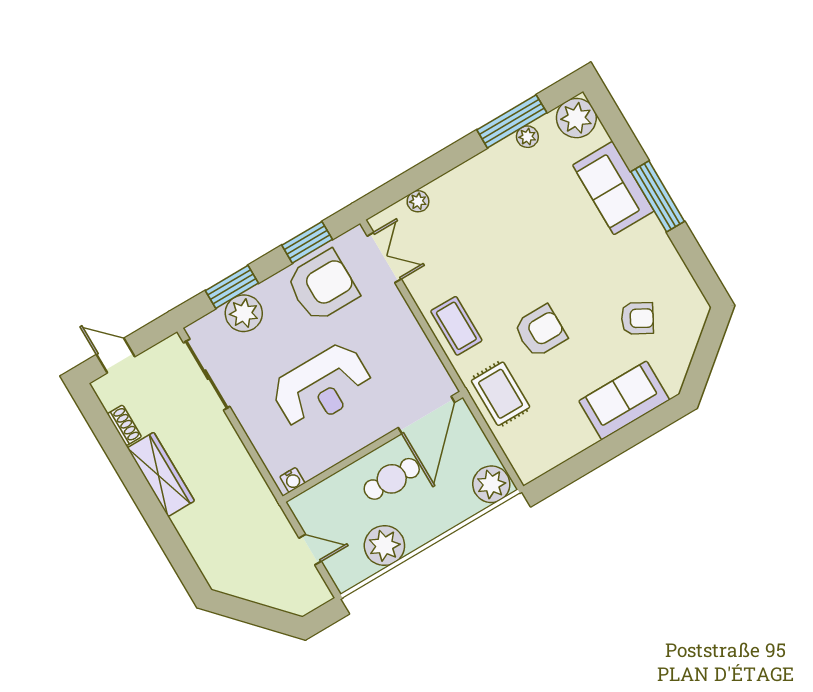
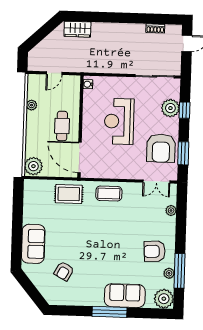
window: (232, 287) -> (185, 110), width x0.67
armchair: (540, 331) -> (155, 251), moved, turned 87
wardrobe: (161, 474) -> (77, 29), moved, width x0.67
plant: (384, 546) -> (32, 105), width x0.53, depth x0.53

